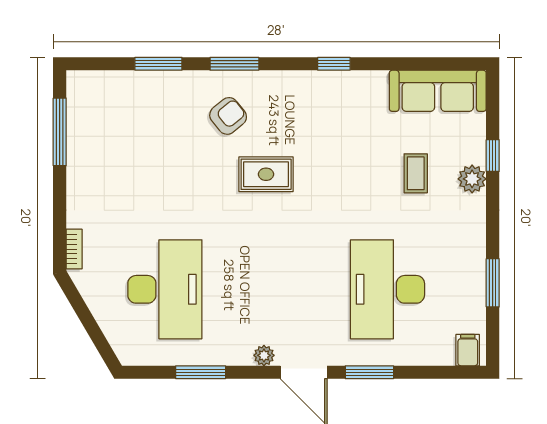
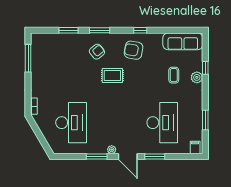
armchair: (317, 112) -> (134, 50), added
desk: (387, 289) -> (162, 123), turned 180
window: (201, 372) -> (97, 157), moved

